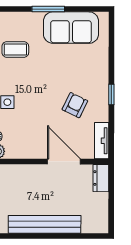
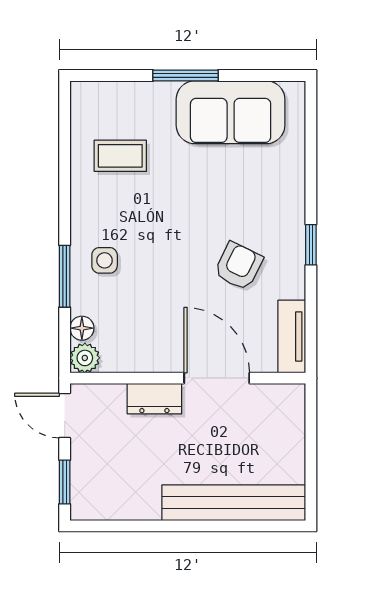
dresser: (101, 178) -> (154, 399), moved, turned -90
bench: (45, 224) -> (234, 503), moved

